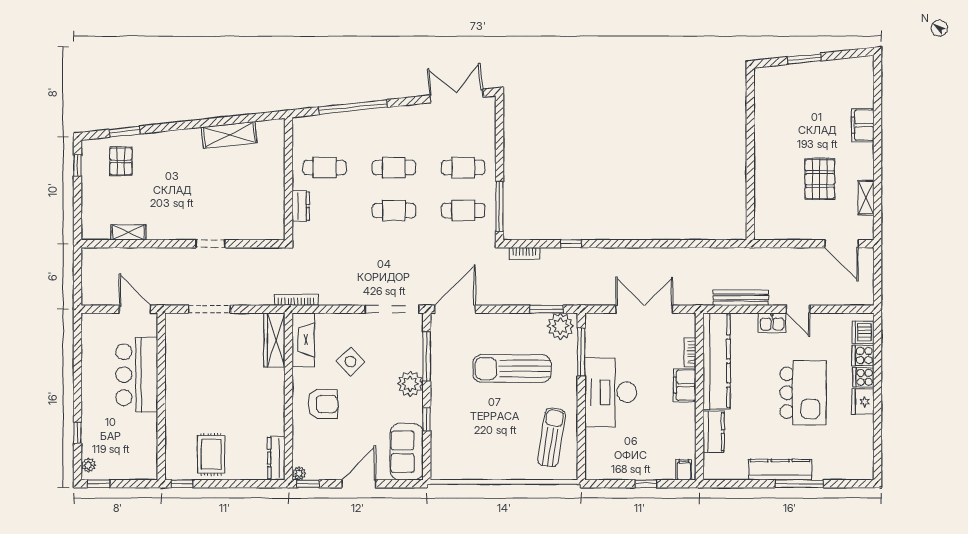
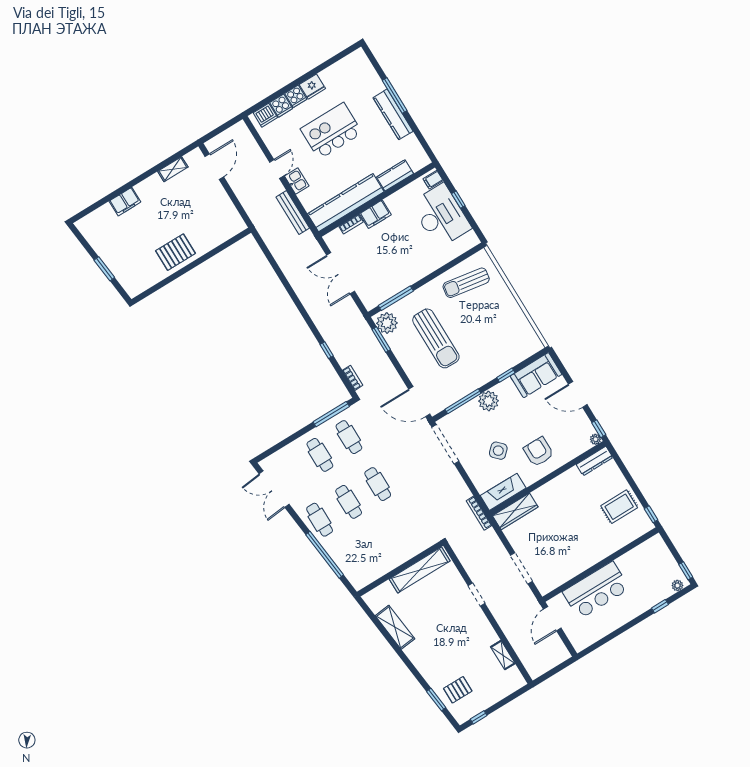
cafe table: (325, 168) -> (320, 520), moved
pallet: (820, 179) -> (176, 252), moved
shelving: (274, 199) -> (420, 570), added
dresser: (301, 206) -> (413, 549), removed
desk: (611, 392) -> (441, 216), moved, turned -90

